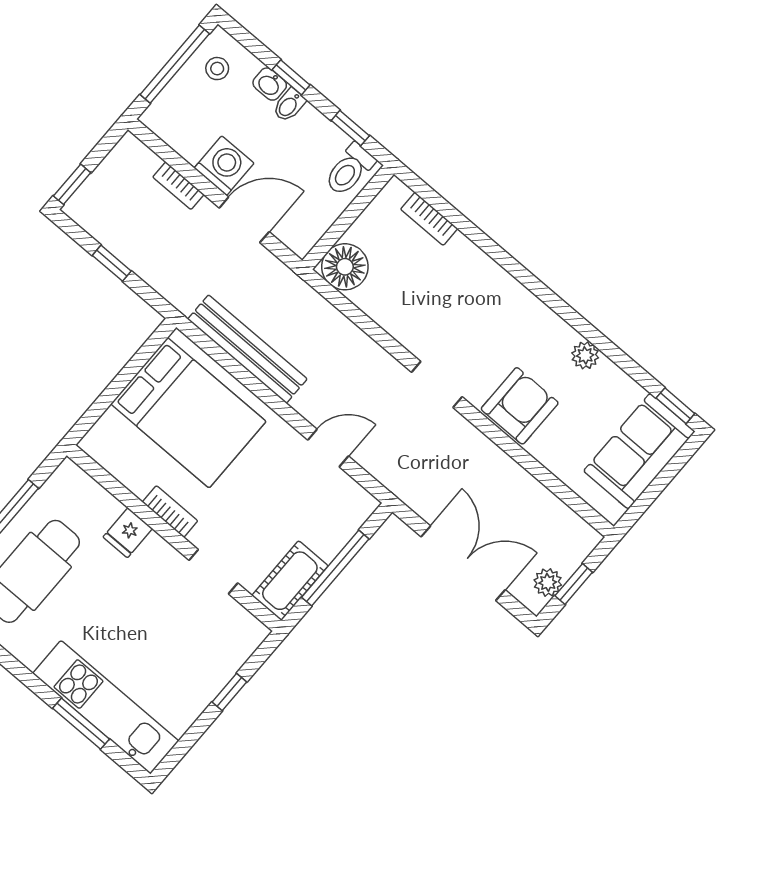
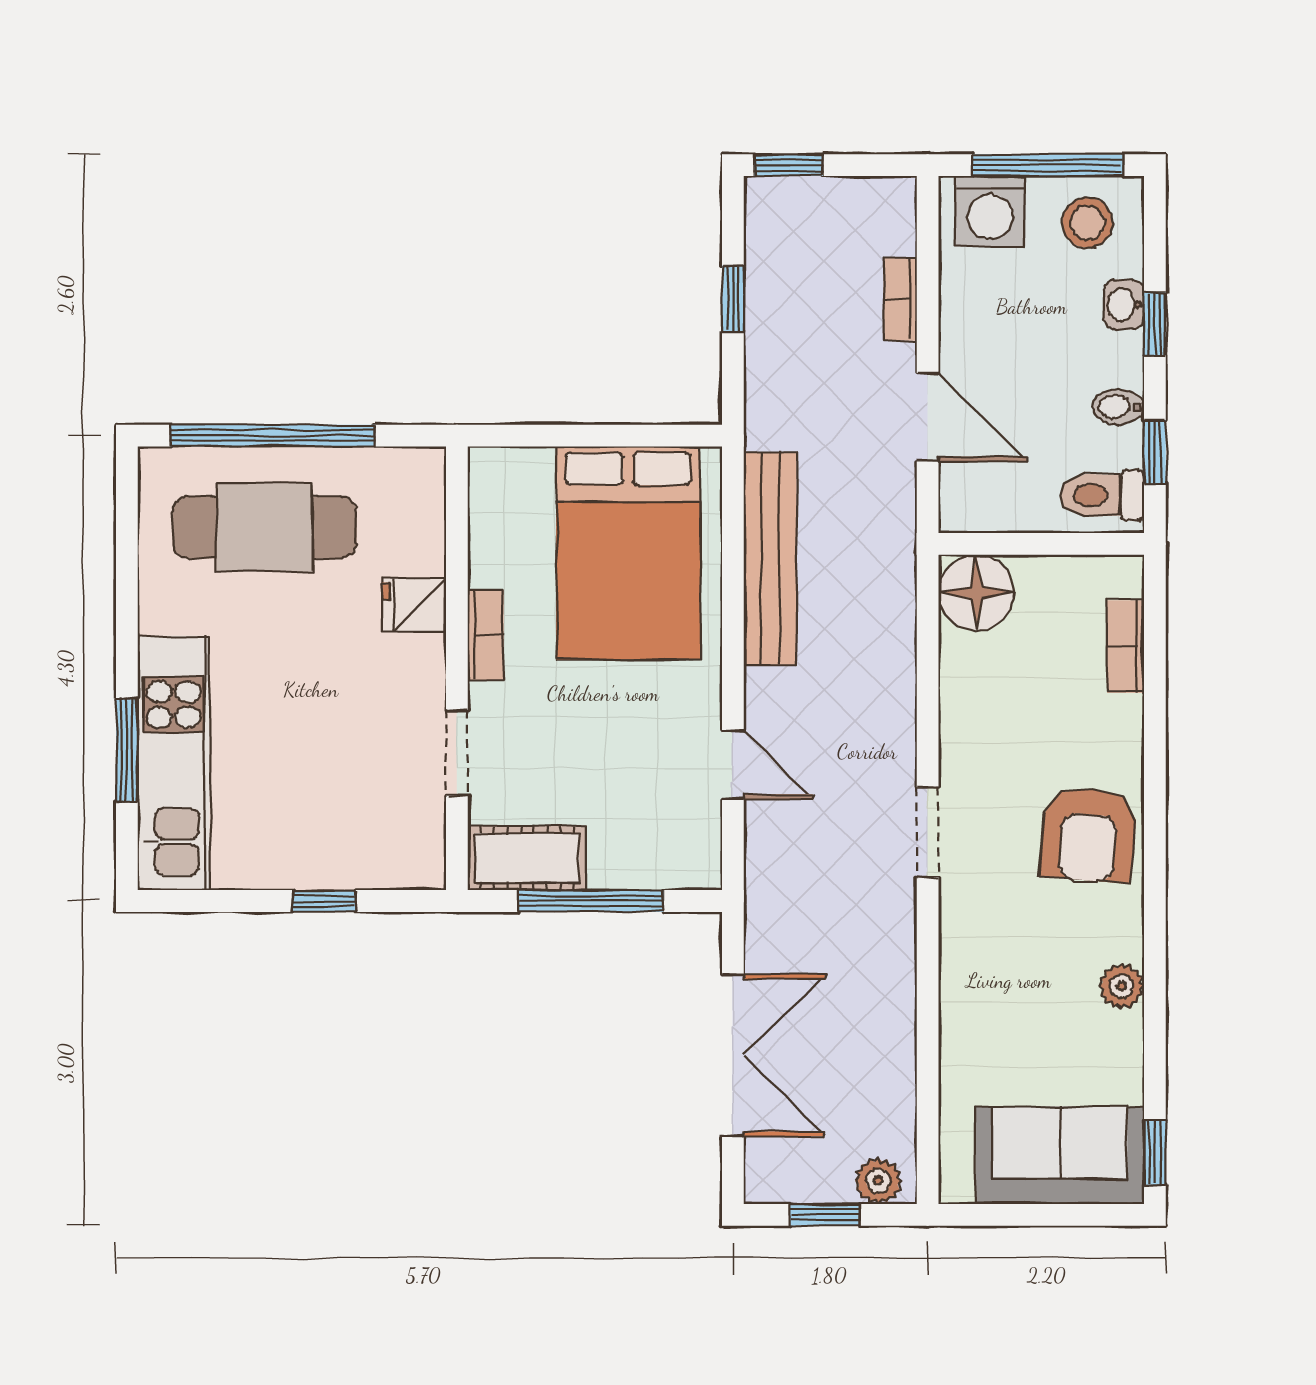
stool: (217, 69) -> (1087, 223), width x1.37, depth x1.37
bidet: (289, 105) -> (1118, 407), moved
washing machine: (224, 166) -> (990, 211), moved, turned 90
armchair: (520, 406) -> (1089, 835), moved, turned 95
plant: (548, 582) -> (878, 1181), moved

